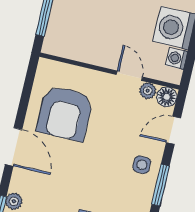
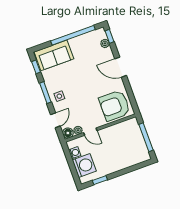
armchair: (65, 113) -> (115, 106), moved, turned -90

